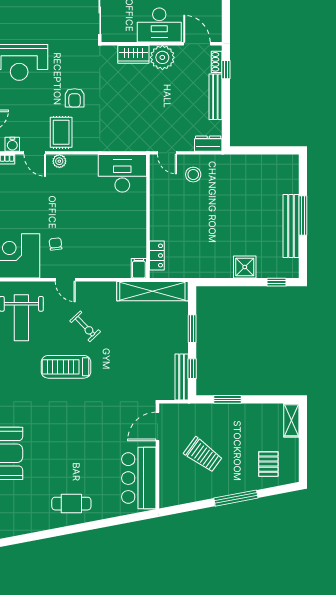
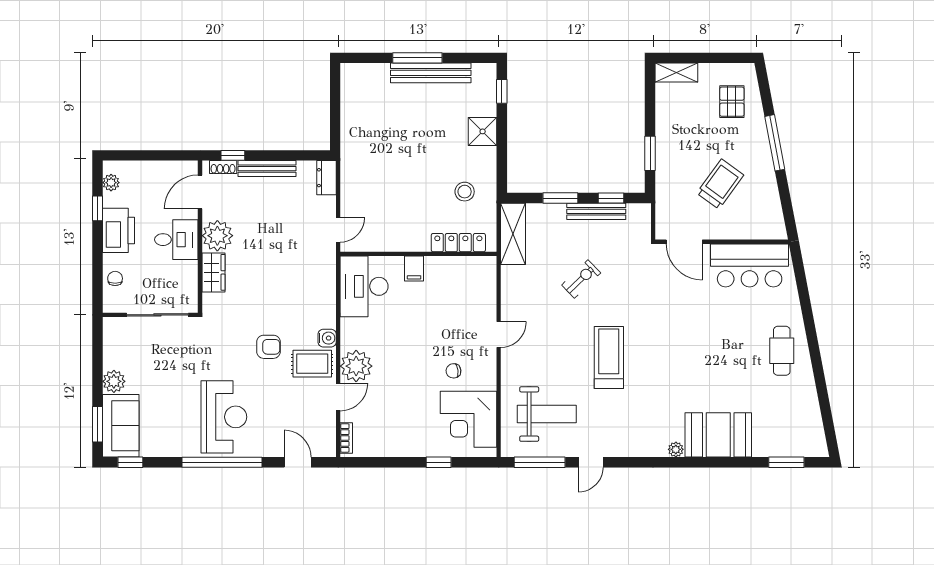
desk: (159, 25) -> (176, 240), width x0.73
water cooler: (12, 144) -> (327, 338), moved
plant: (59, 161) -> (356, 366), width x1.88, depth x1.88
stool: (193, 175) -> (465, 192), moved
locker: (157, 256) -> (458, 243), width x1.53
filing cabinet: (139, 268) -> (414, 269), moved, turned -90
door: (65, 280) -> (499, 335), moved
shelving: (152, 291) -> (513, 234), width x0.68
exercise bike: (85, 326) -> (581, 279), moved
treadmill: (66, 367) -> (609, 358), turned 180
bench: (182, 377) -> (596, 211), moved
pallet: (268, 464) -> (732, 102), turned 90

